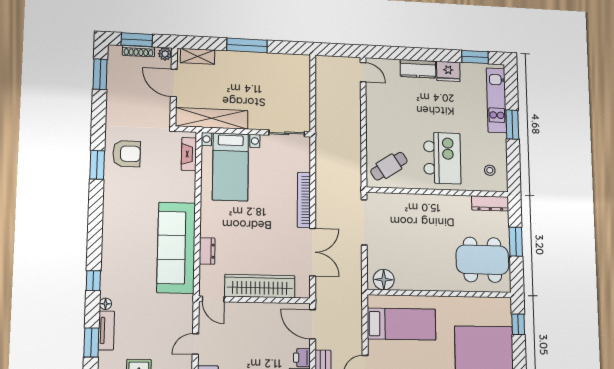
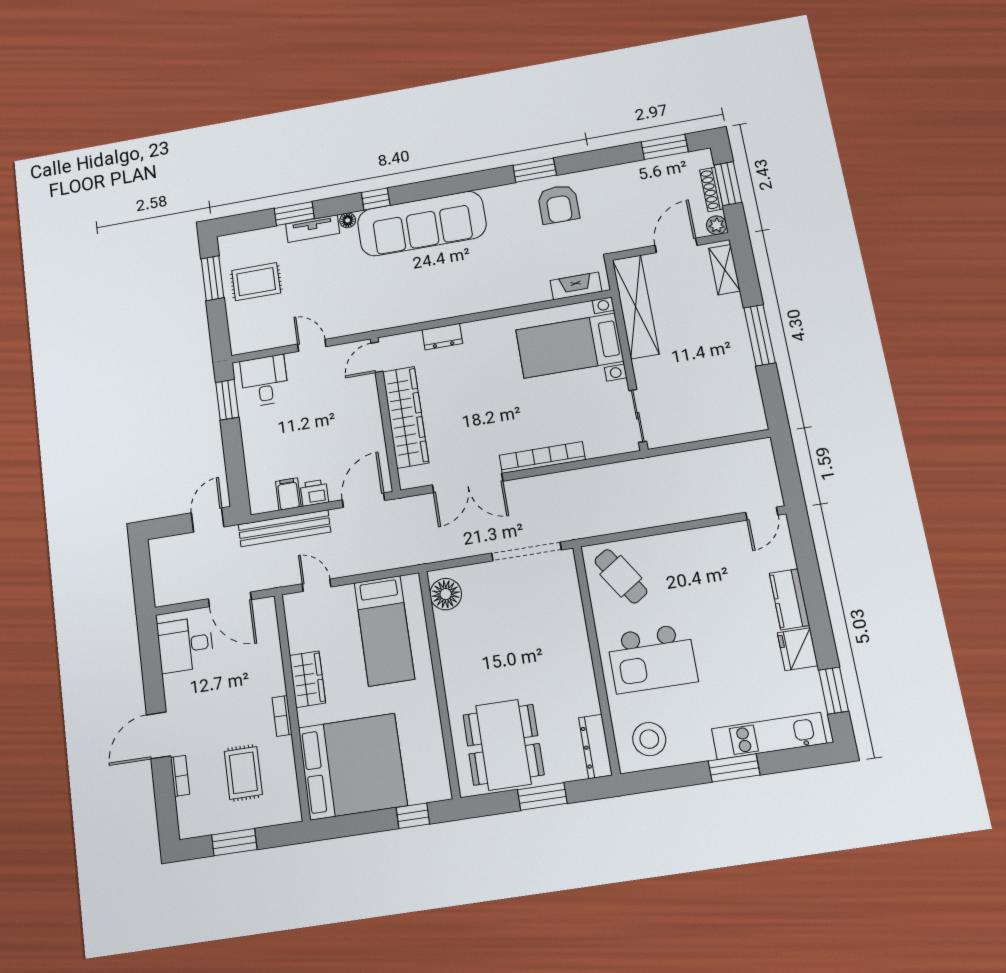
stool: (490, 170) -> (649, 739), width x1.89, depth x1.89
sofa: (176, 248) -> (422, 224), moved, turned 180

